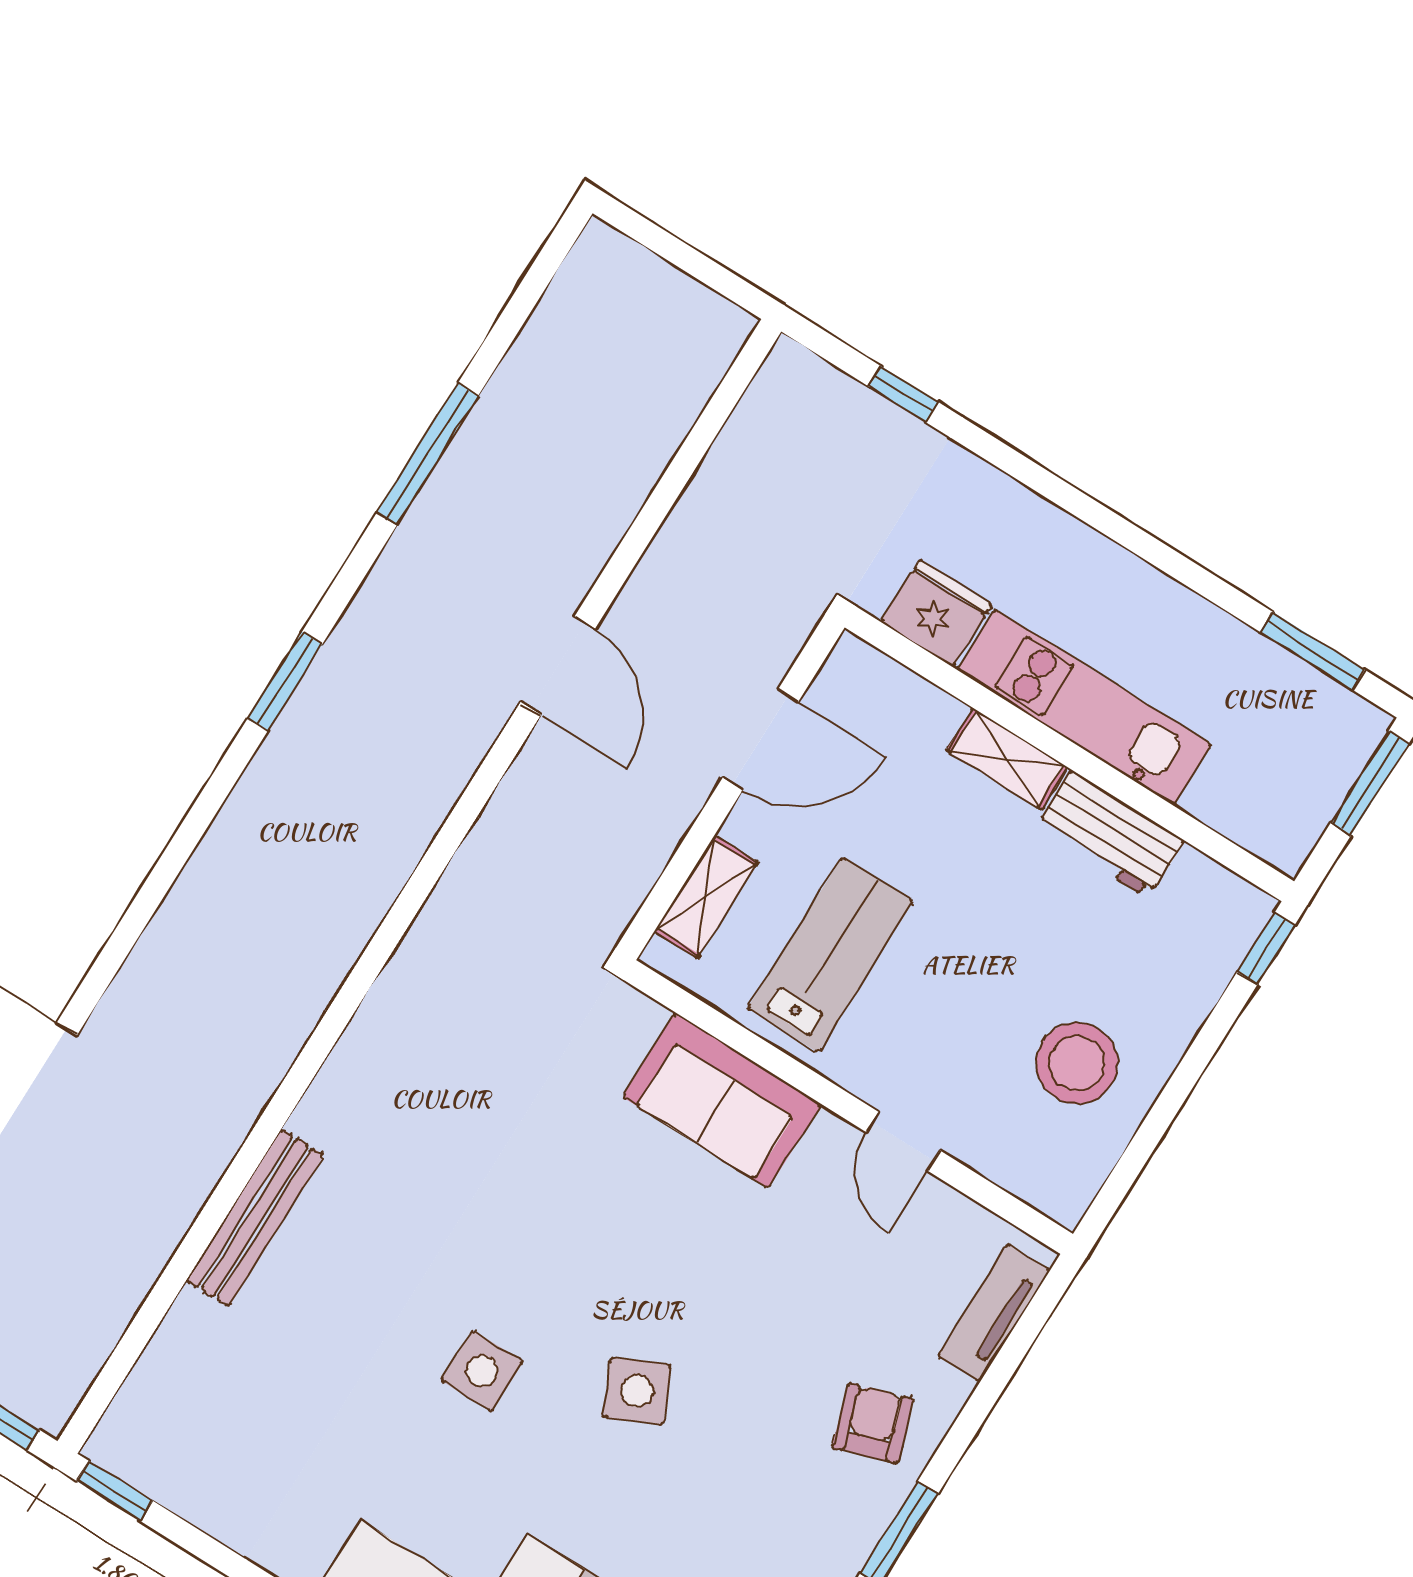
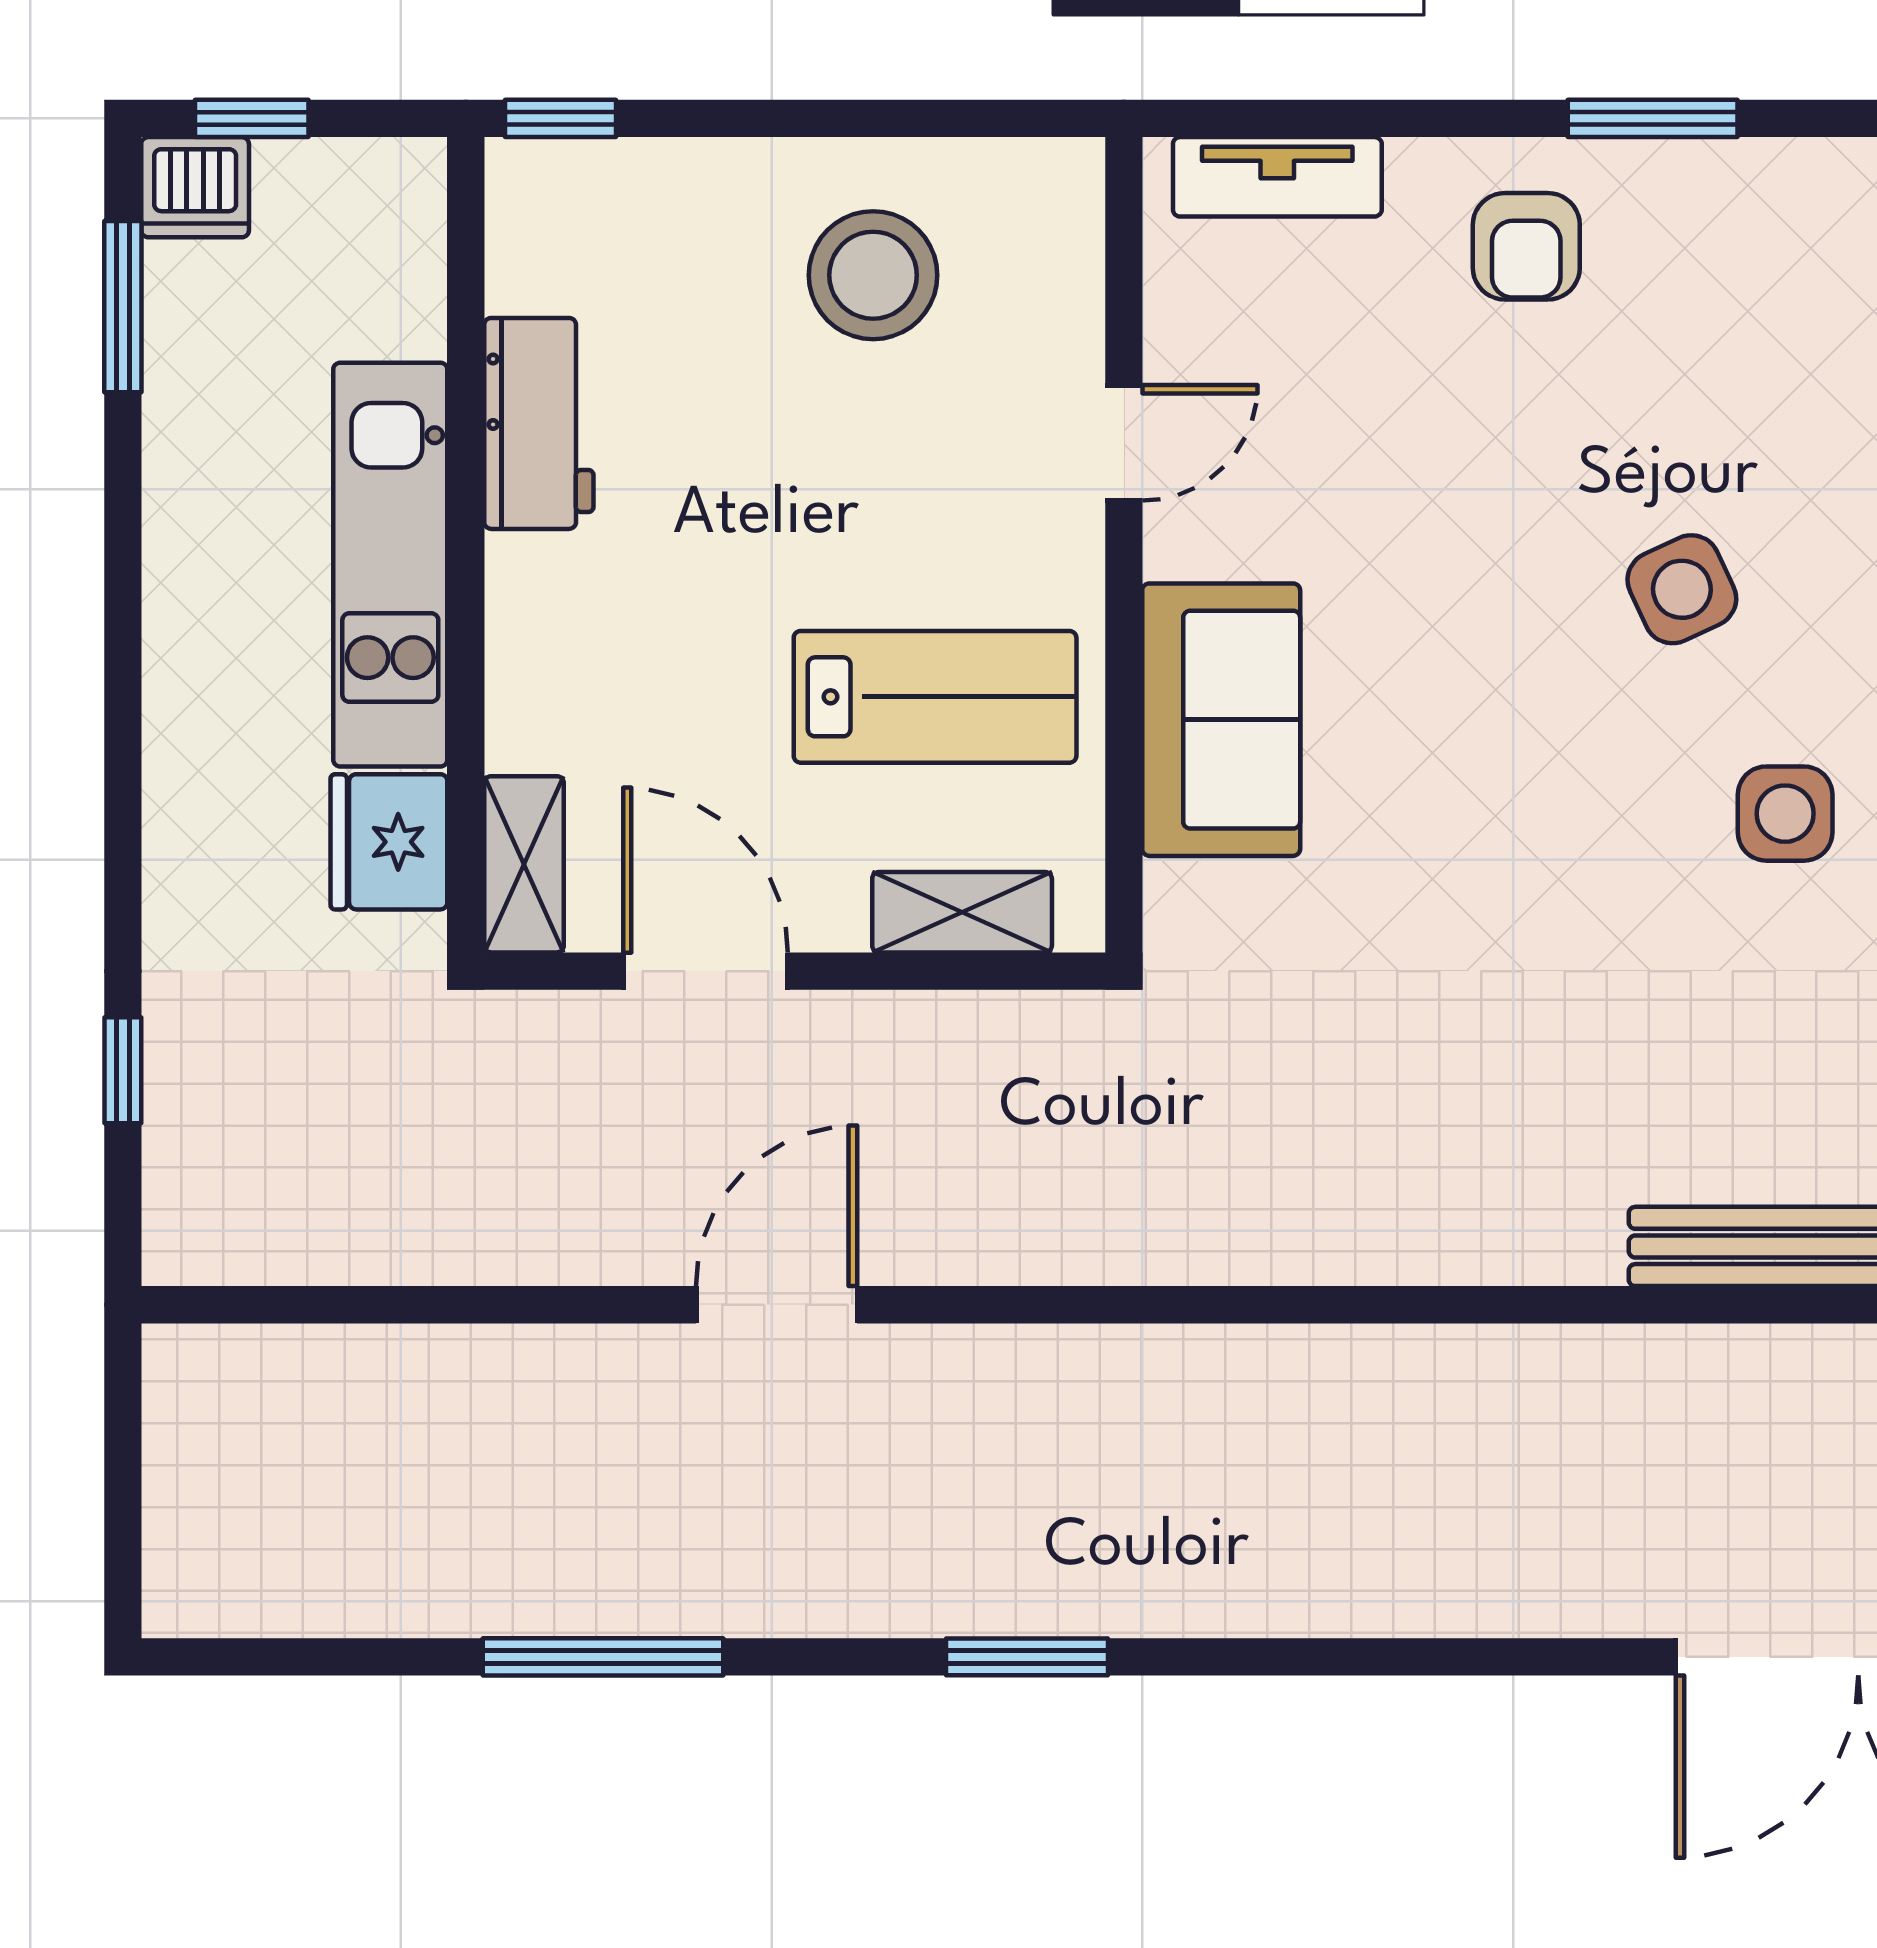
dishwasher: (1352, 730) -> (195, 187), added
shelving: (1007, 759) -> (524, 864), moved
window: (1370, 783) -> (252, 118), width x0.67
lab bench: (830, 955) -> (935, 697), turned 180
armchair: (873, 1423) -> (1526, 246), turned -72

